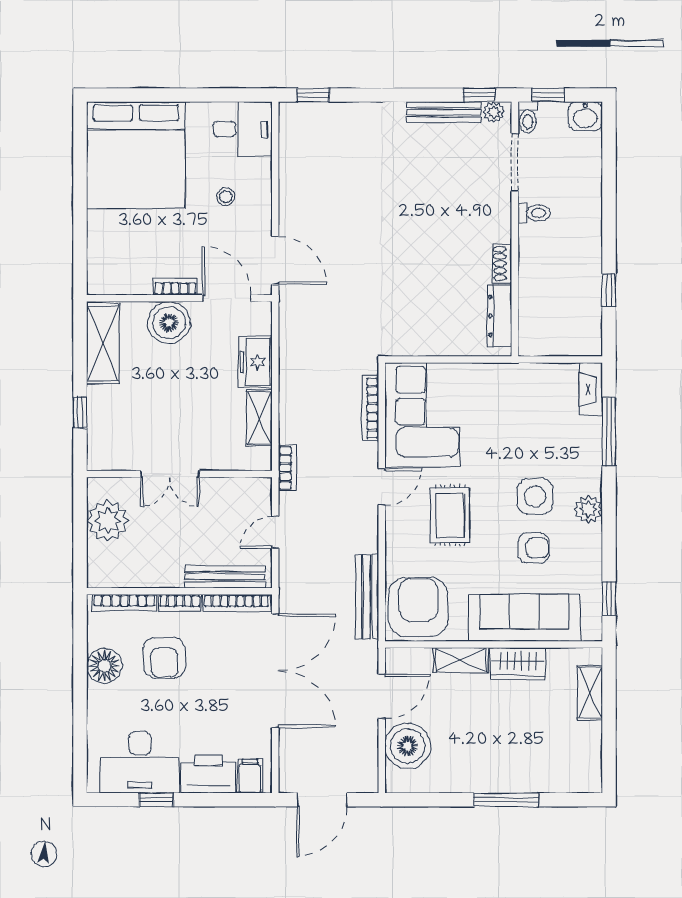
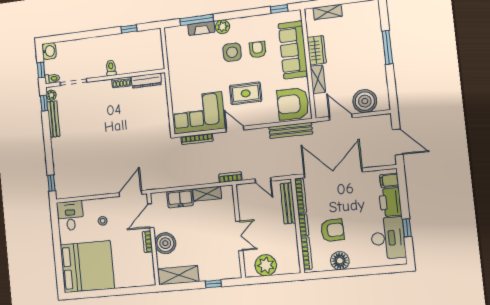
toilet: (534, 213) -> (111, 68), moved
fireplace: (591, 390) -> (201, 28), moved
plant: (588, 509) -> (223, 27), moved

